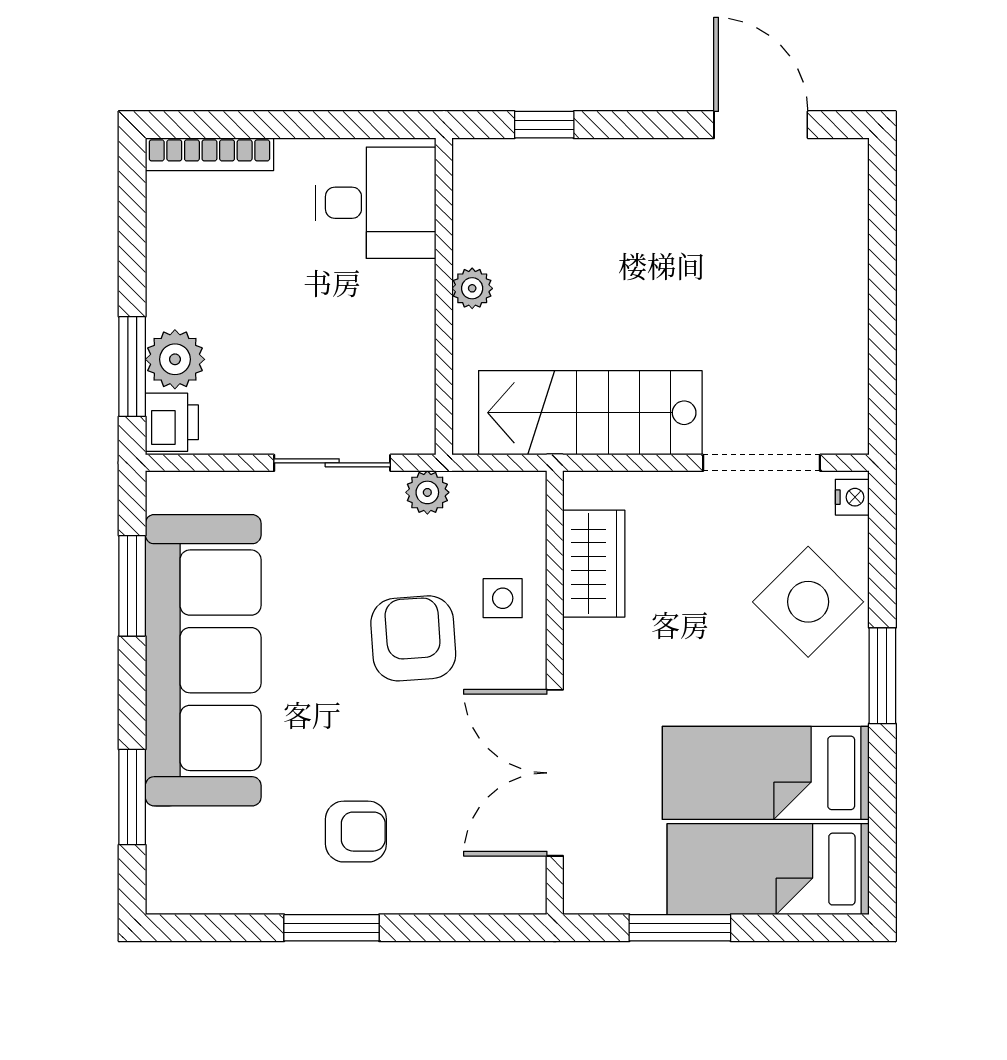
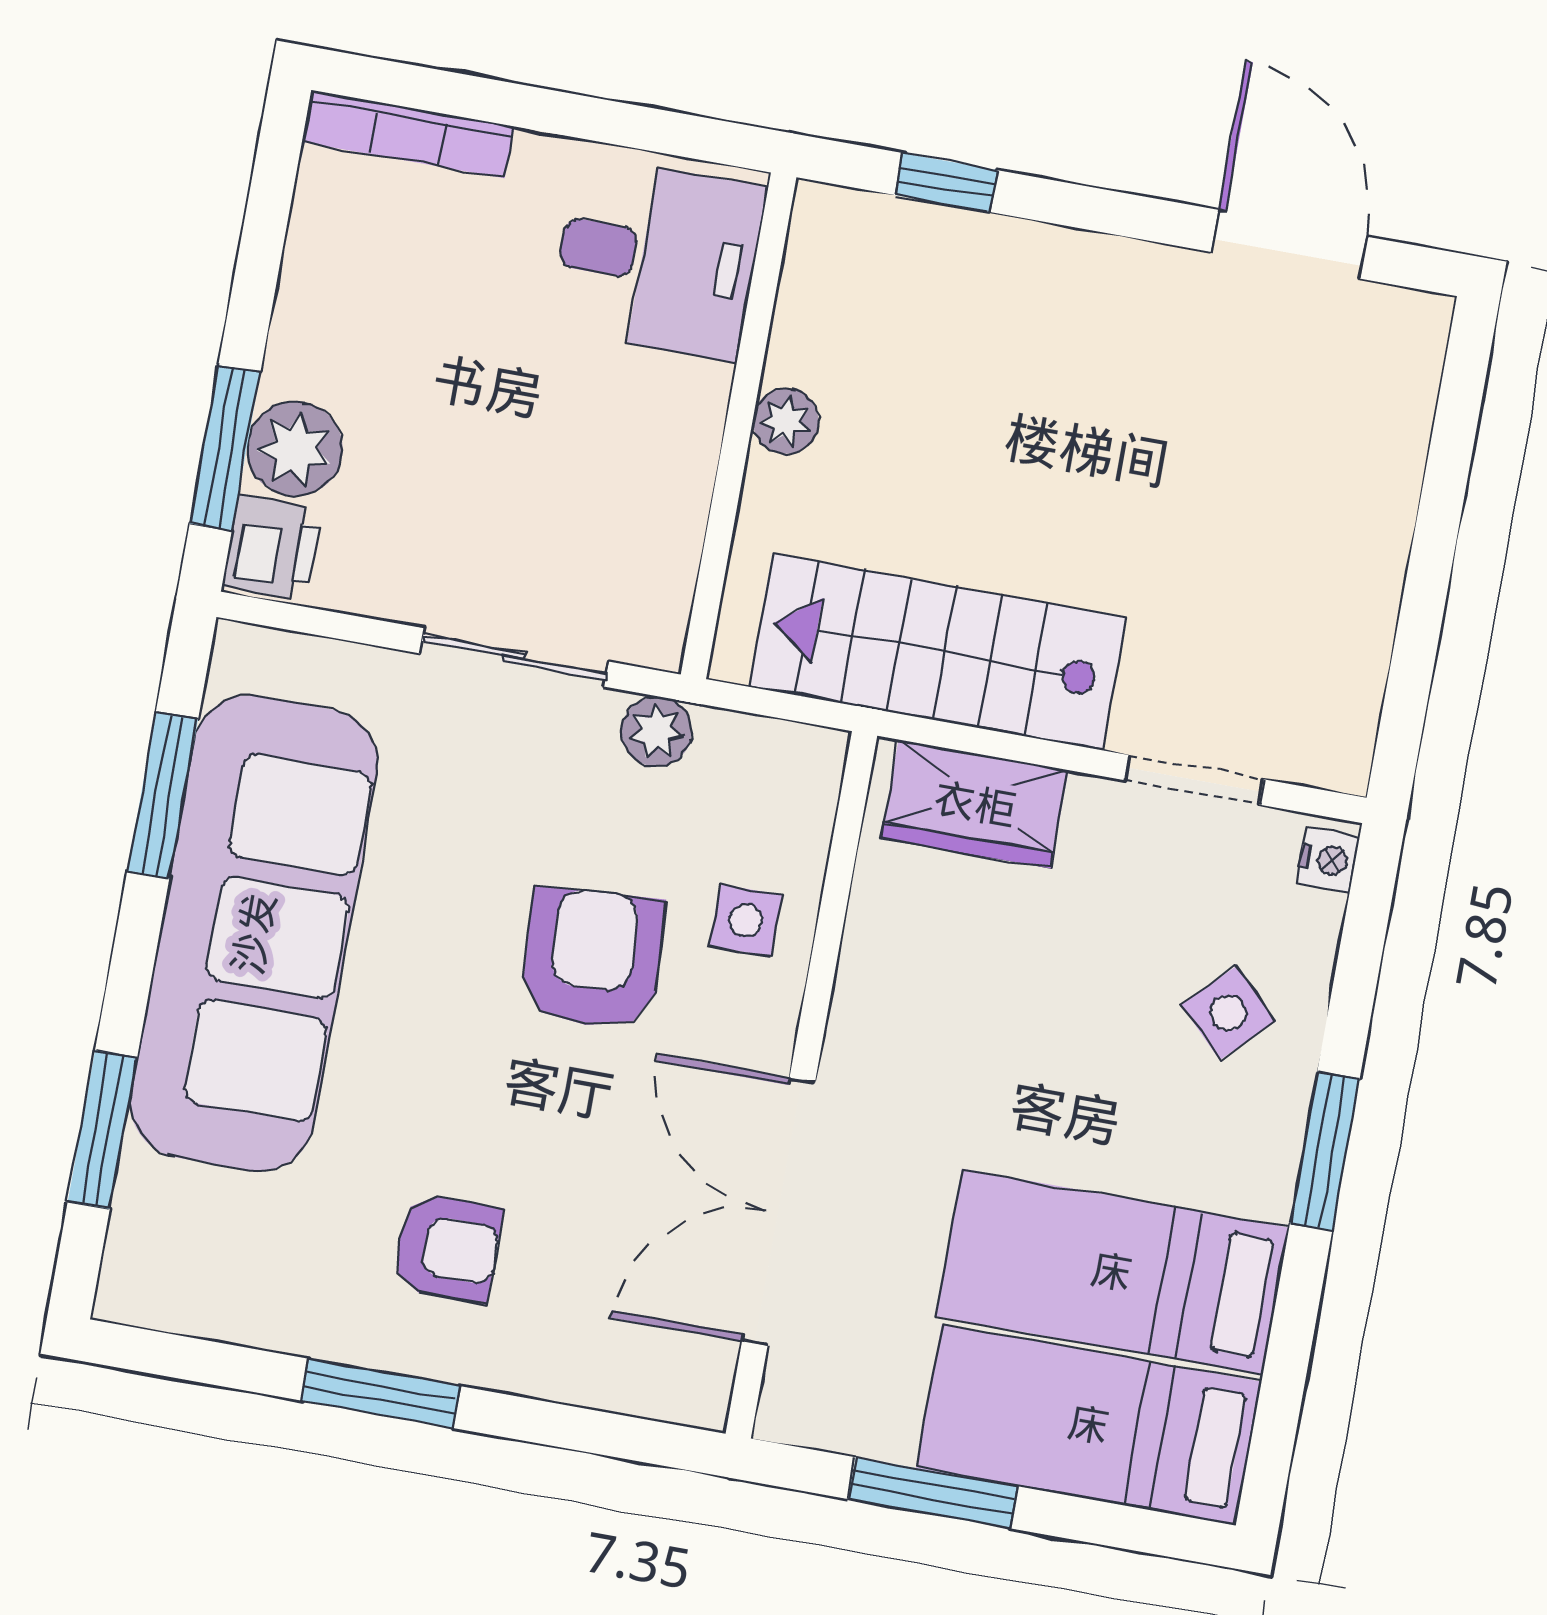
doorway: (762, 463) -> (1194, 780), width x0.73
wardrobe: (594, 564) -> (975, 804), moved, turned 90
side table: (808, 602) -> (1228, 1013), width x0.54, depth x0.54

